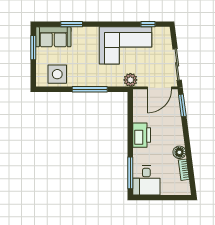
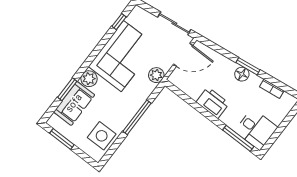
plant: (91, 34) -> (89, 79), added
sofa: (53, 37) -> (74, 103), moved
door: (160, 88) -> (183, 55), hinge flipped
window: (182, 105) -> (248, 66), moved
floor lamp: (179, 152) -> (242, 74), moved

